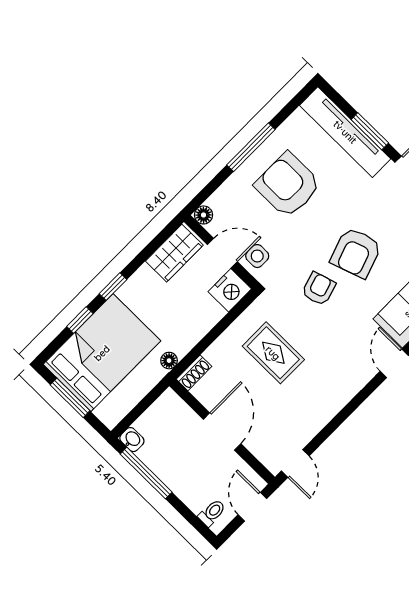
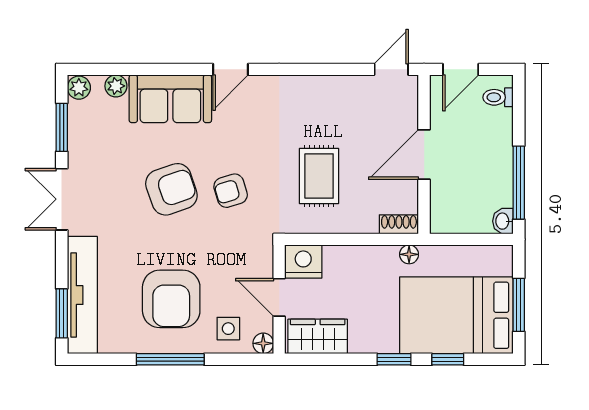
window: (370, 131) -> (62, 313), moved
side table: (257, 256) -> (228, 329), moved

